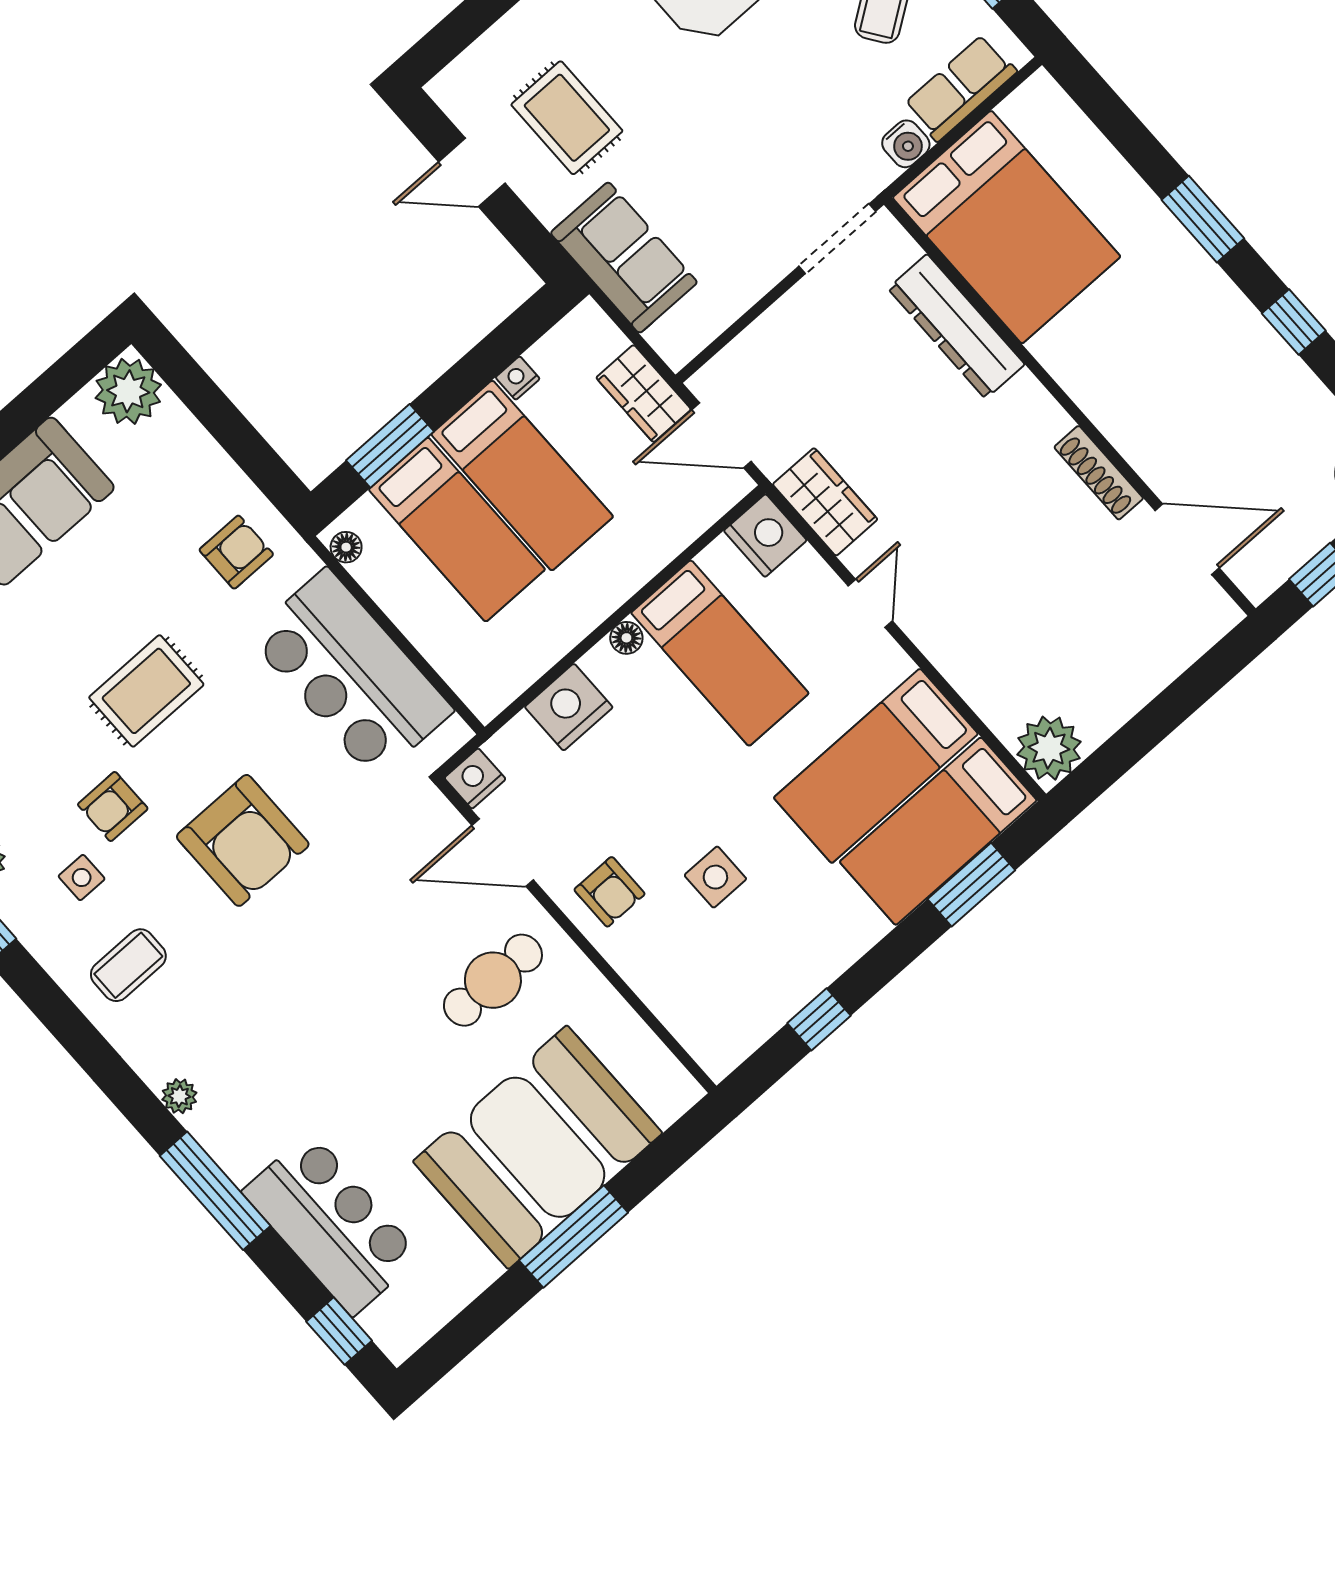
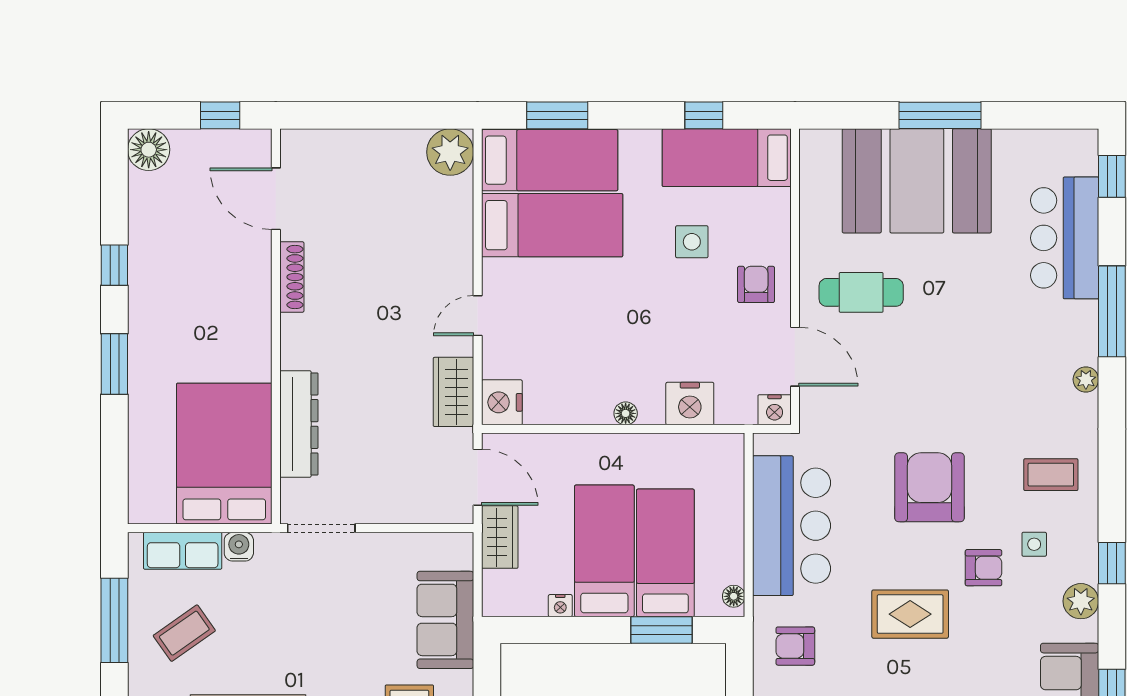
bed: (720, 653) -> (727, 158), moved, turned -90

